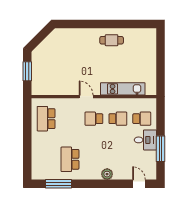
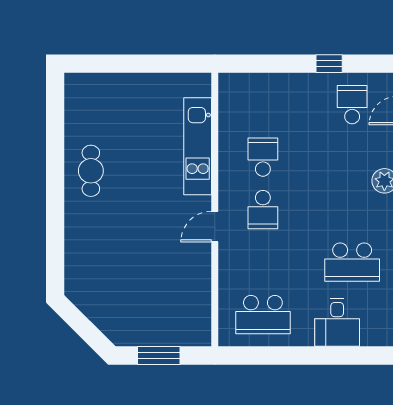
school desk: (142, 119) -> (352, 105), moved
desk: (145, 140) -> (337, 323), moved, turned 180
window: (160, 149) -> (329, 64), width x0.46

